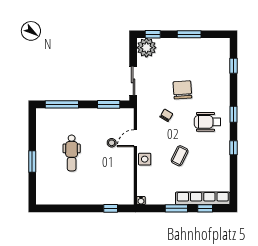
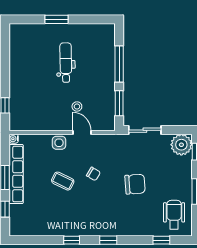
window: (62, 104) -> (119, 64), moved
chair: (166, 115) -> (93, 174), moved
wheelchair: (208, 122) -> (174, 215), moved
dental chair: (72, 153) -> (66, 63), turned 89
row of seats: (203, 198) -> (16, 174), moved

